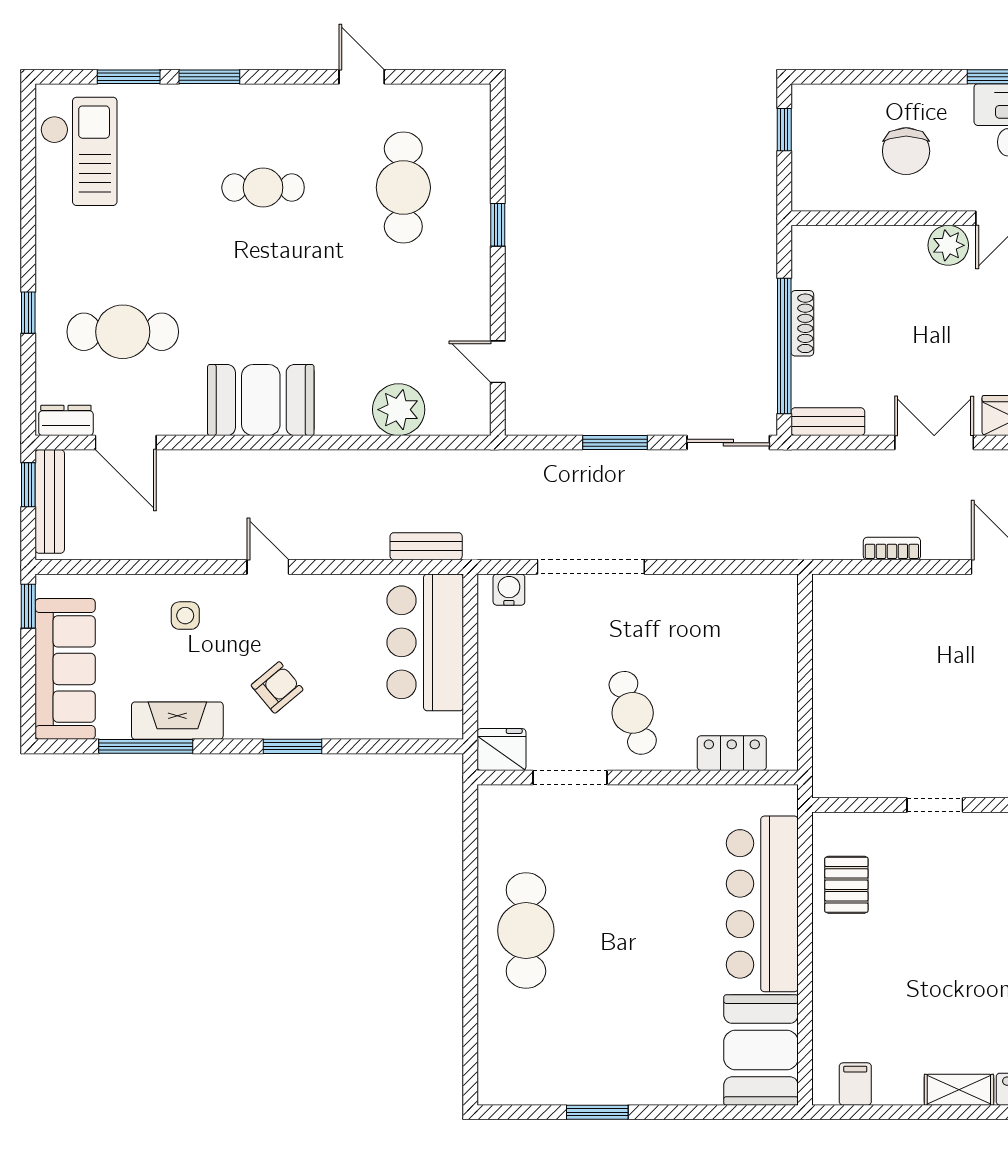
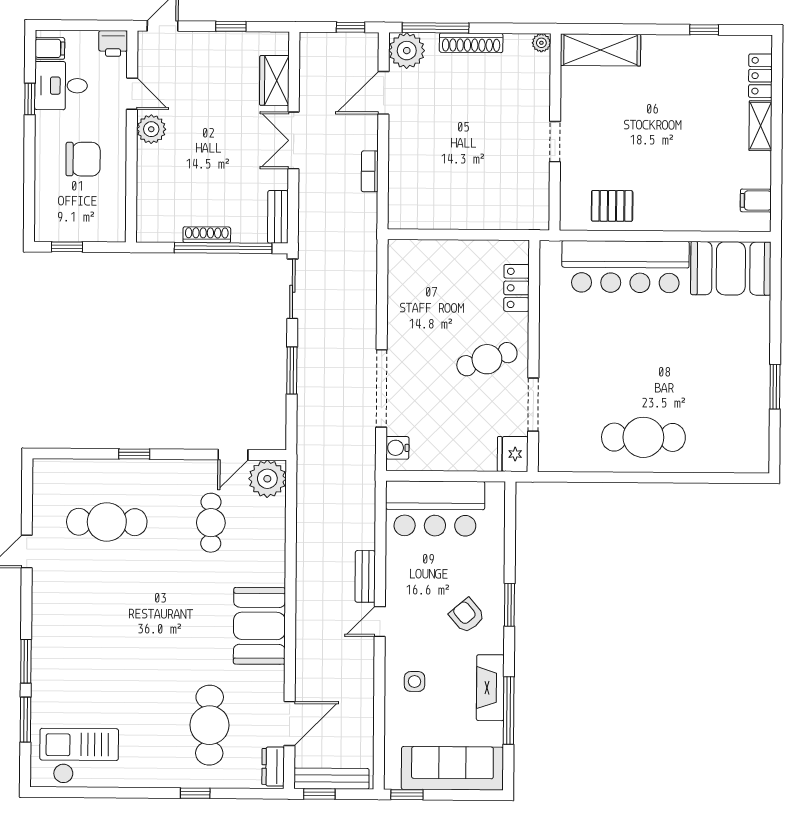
cafe table: (263, 188) -> (211, 523), moved
plant: (399, 410) -> (267, 479), moved
bench: (426, 546) -> (365, 576), moved

